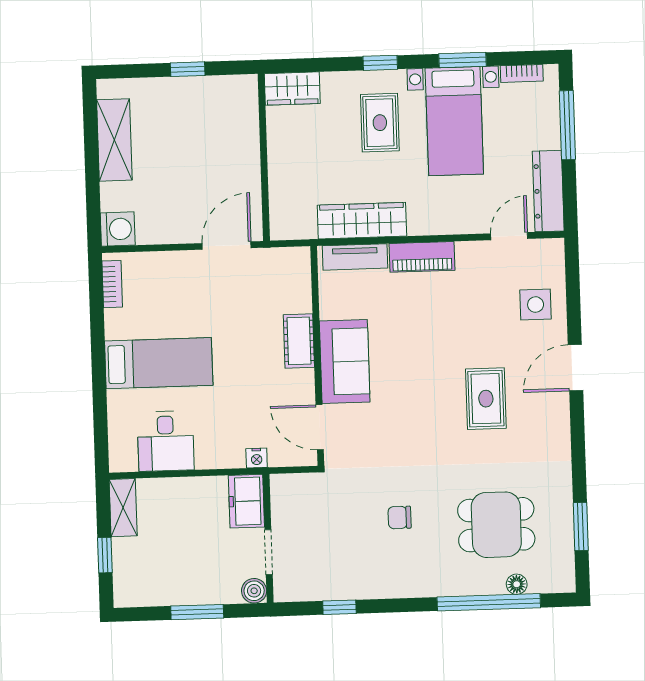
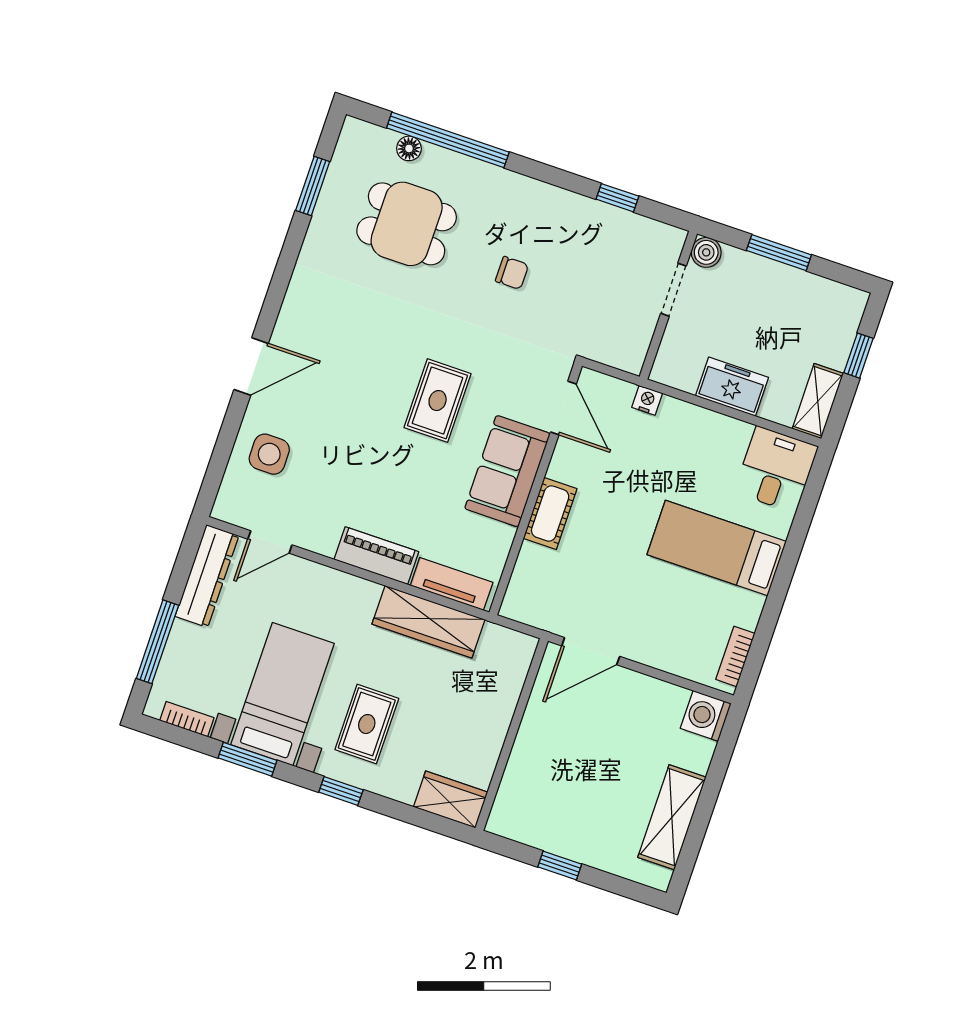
rug: (486, 399) -> (438, 401), moved
desk: (166, 441) -> (776, 469), moved
freezer: (246, 501) -> (732, 387), moved, turned -90

